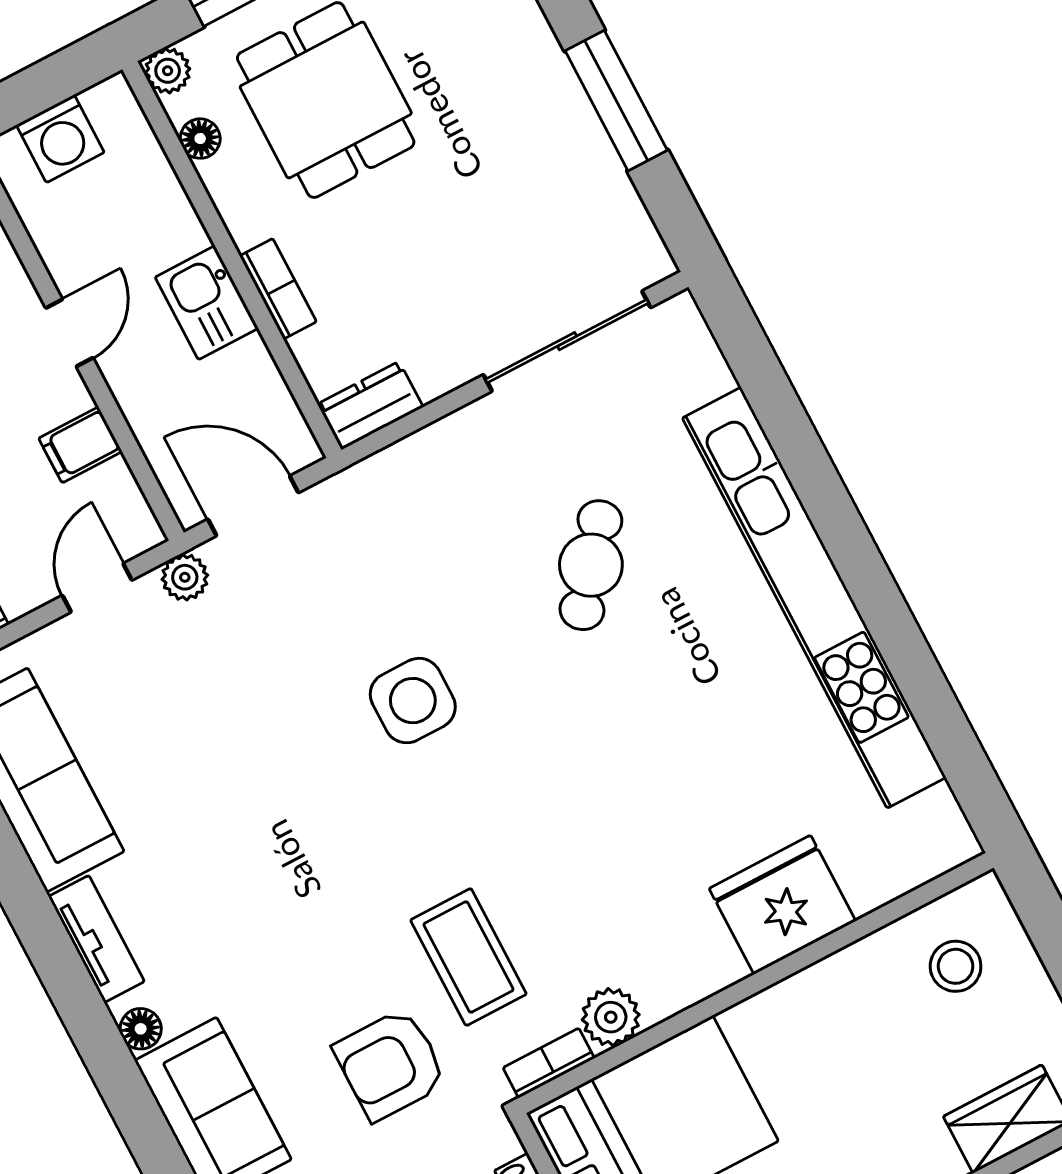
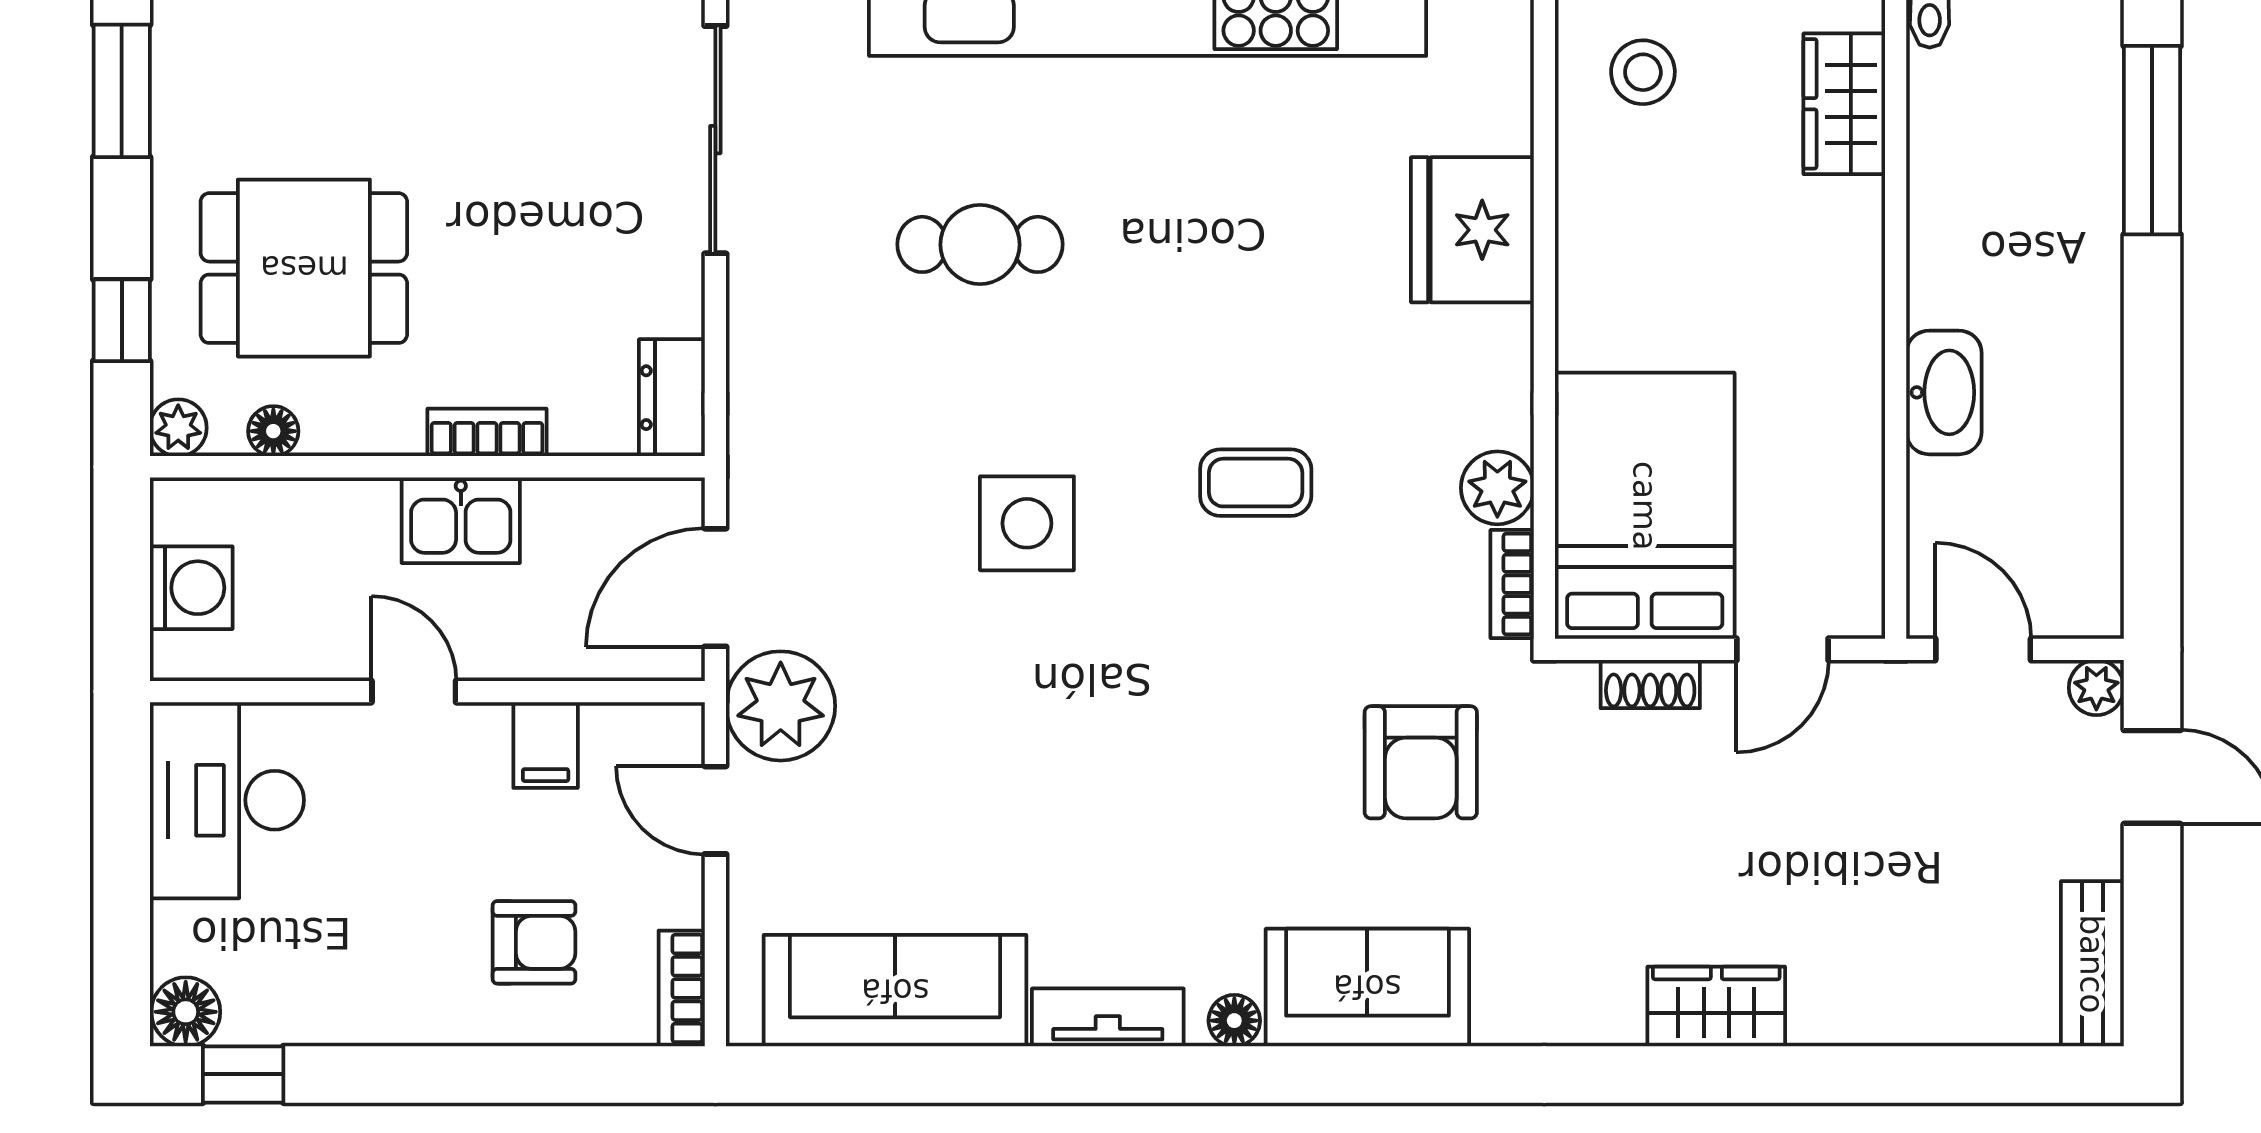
cafe table: (591, 565) -> (980, 244), turned -39
plant: (185, 577) -> (781, 706), width x1.87, depth x1.87
coffee table: (468, 957) -> (1256, 483), moved, width x0.73, depth x0.77

